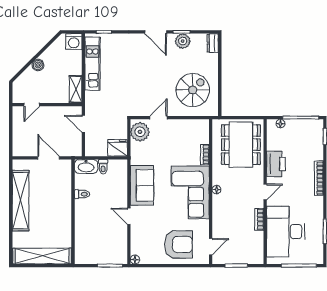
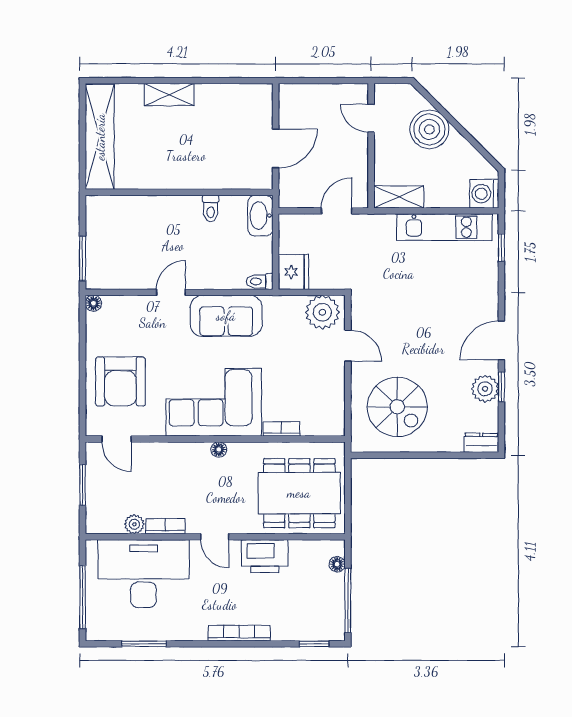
boiler: (38, 65) -> (429, 129), width x1.86, depth x1.86
toilet: (103, 167) -> (260, 281), moved
shelving: (21, 201) -> (169, 95), width x0.45, depth x0.75
plant: (258, 237) -> (134, 524), added

